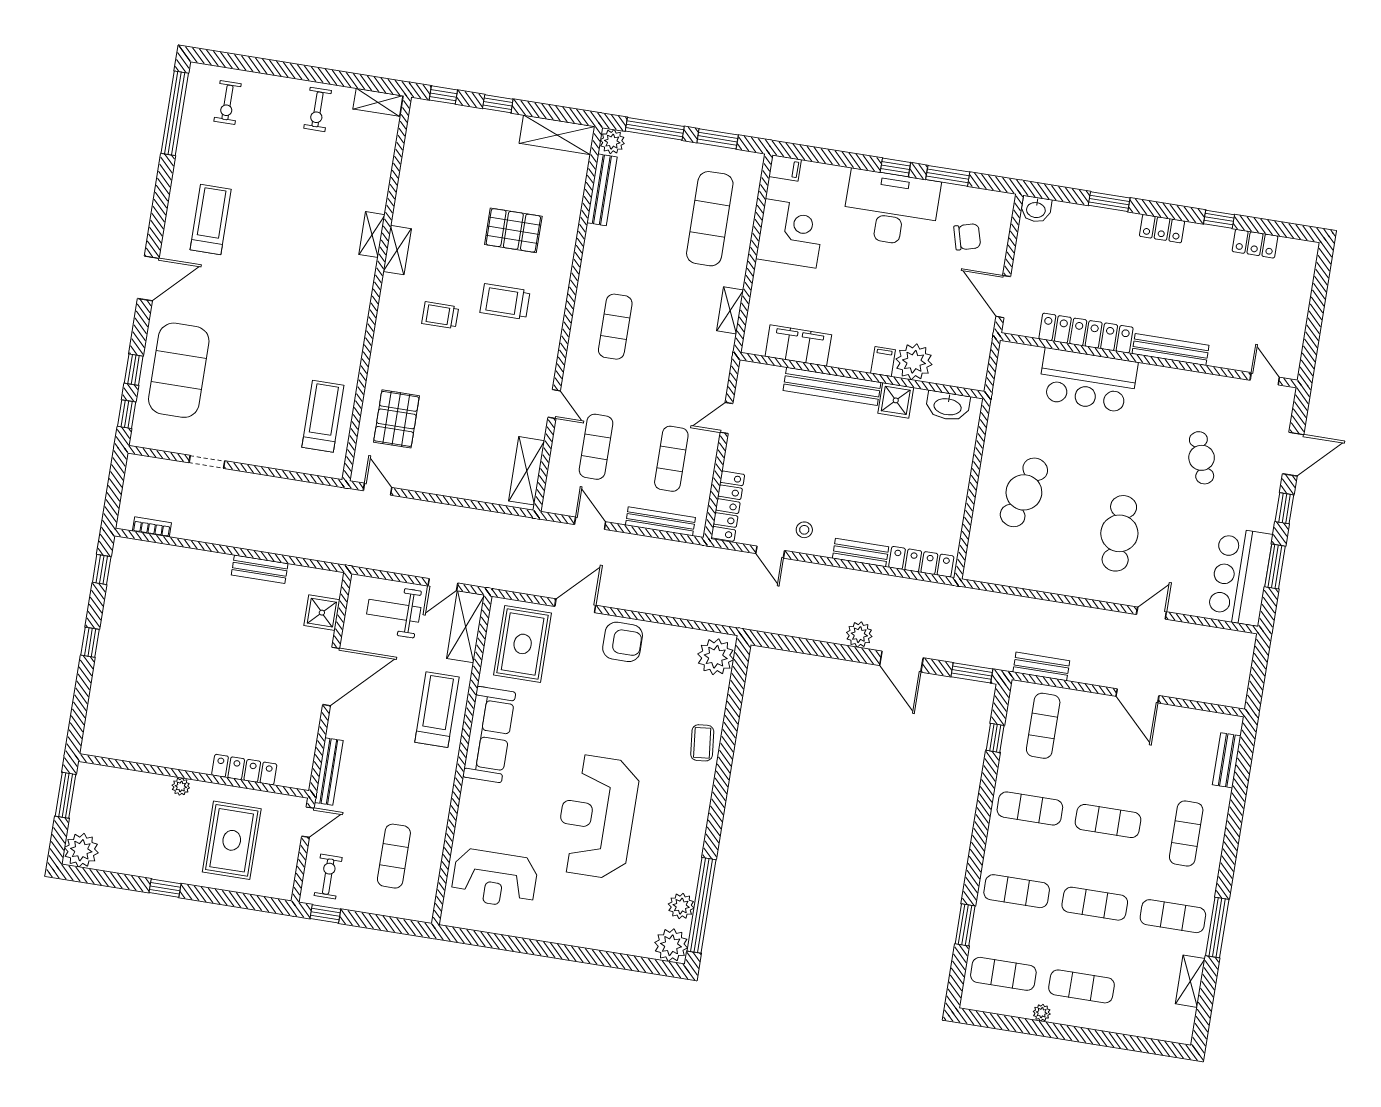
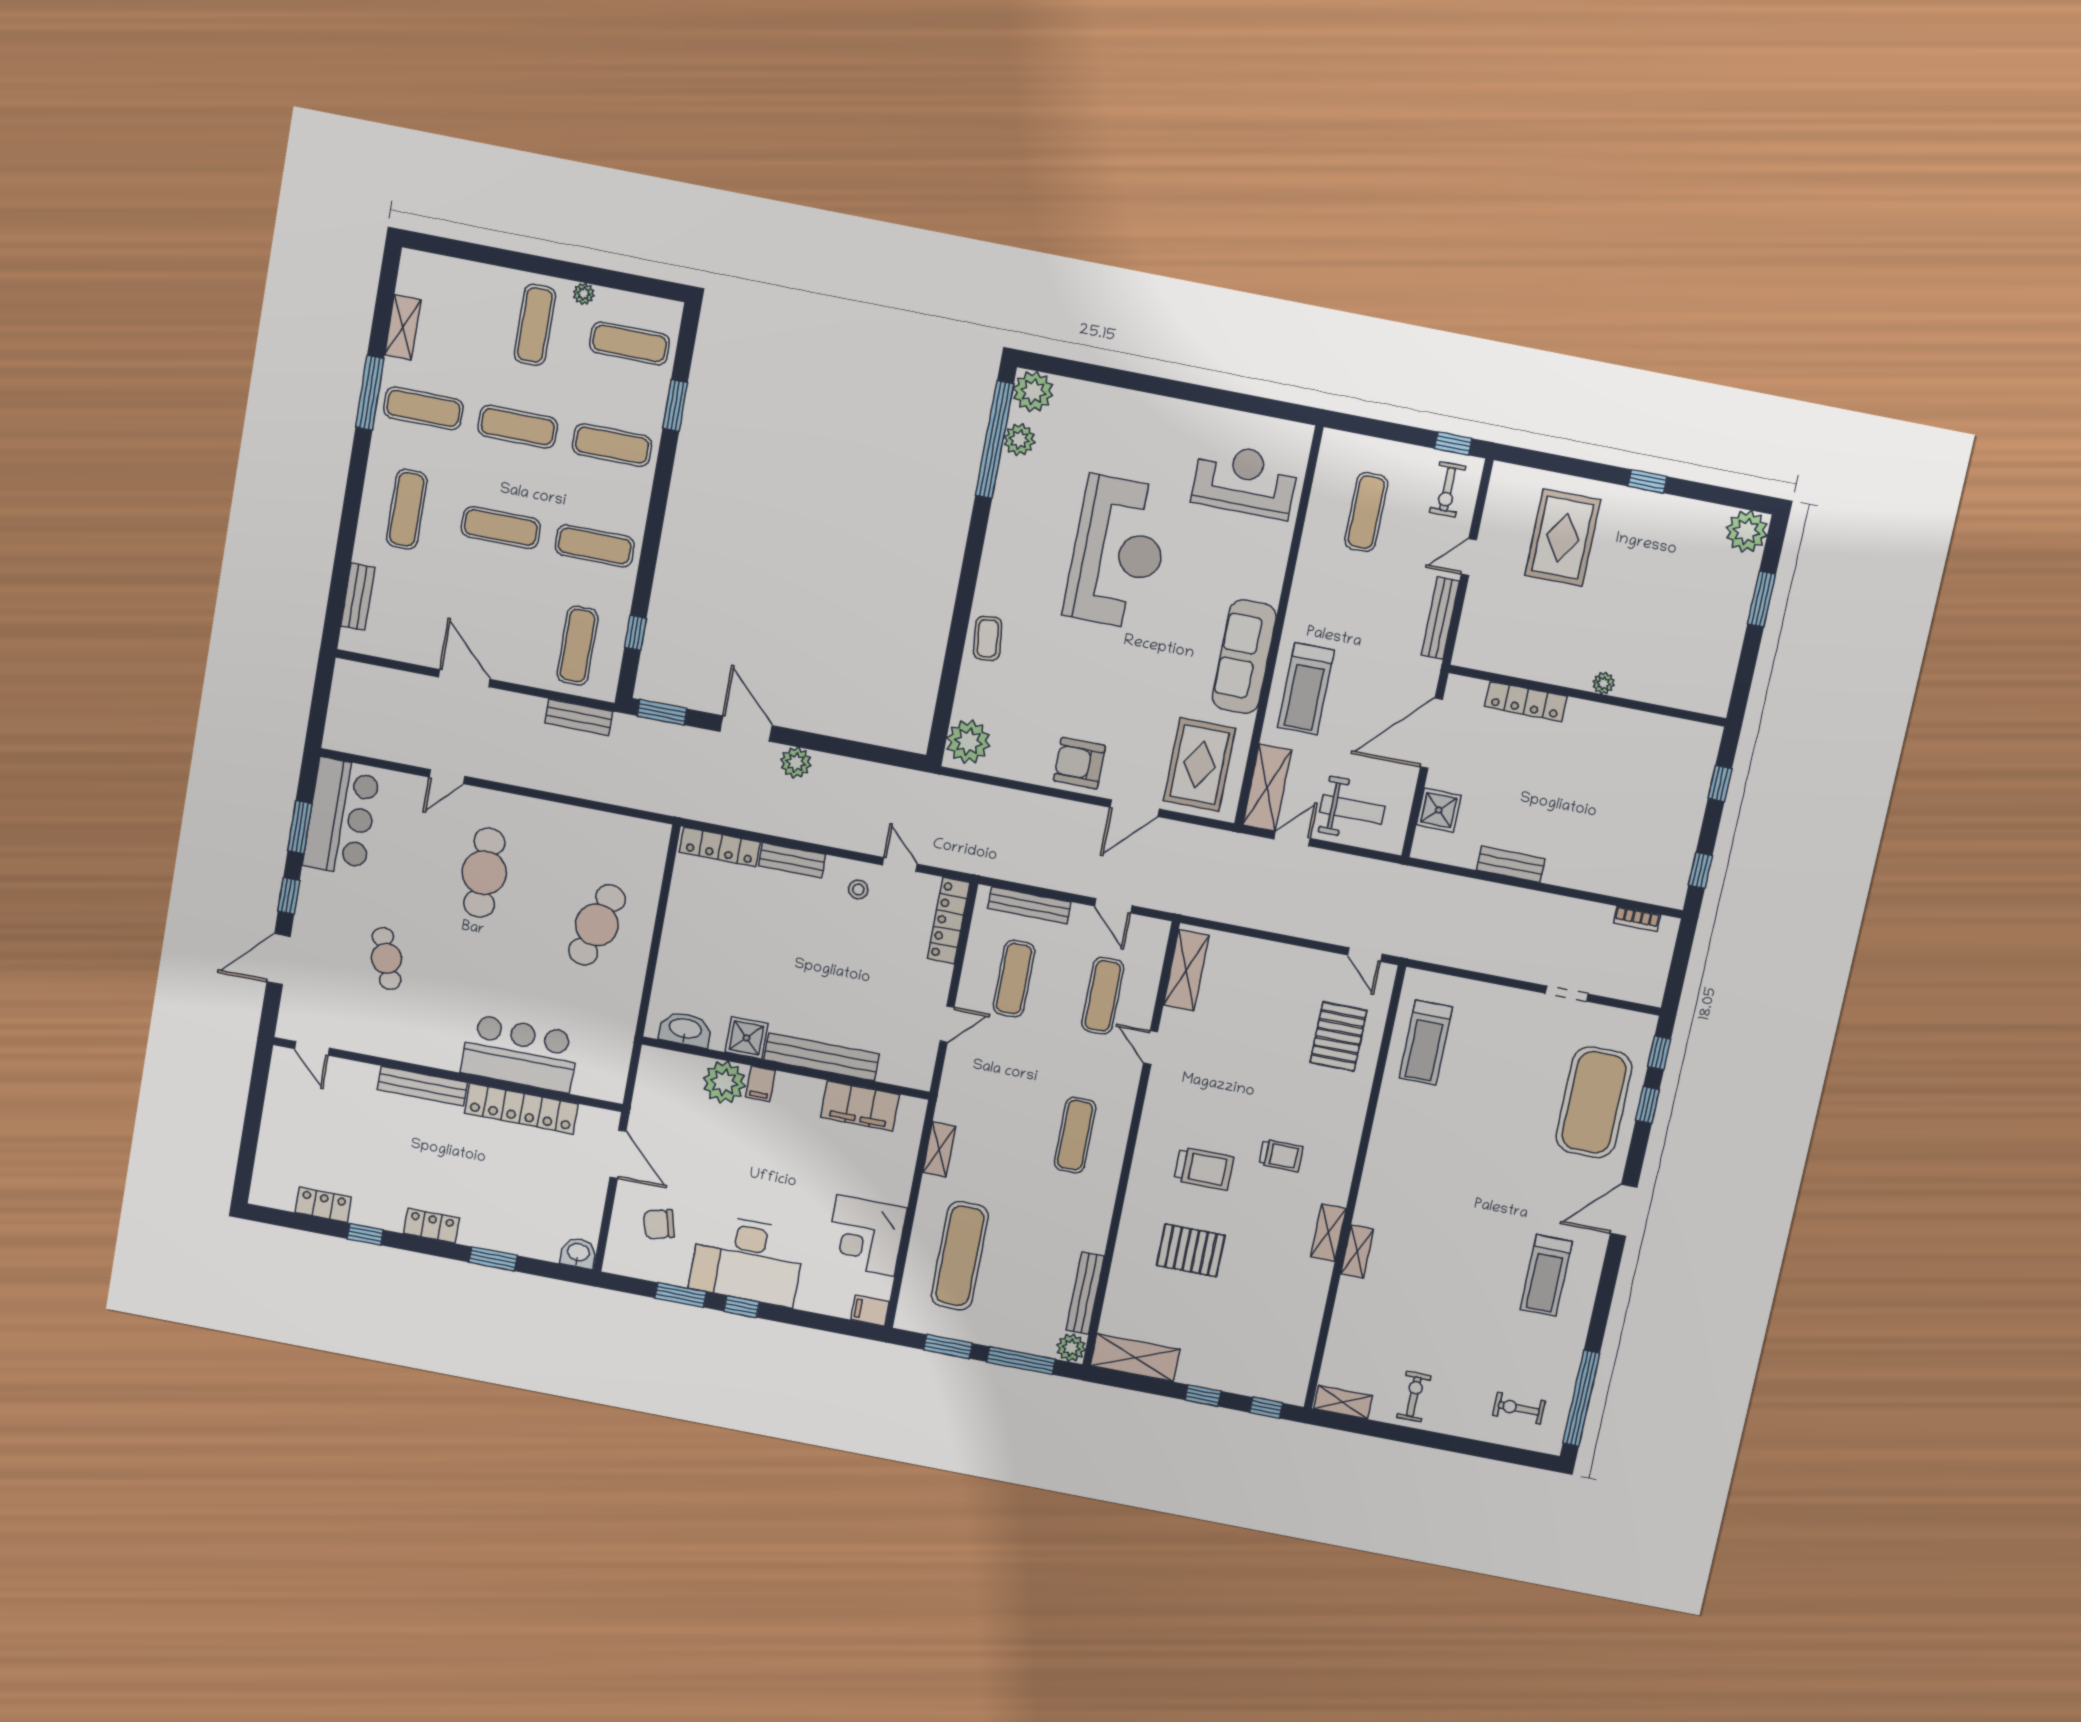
exercise bike: (228, 102) -> (1519, 1408), turned -90
locker: (244, 770) -> (1526, 701), moved
wall: (194, 776) -> (1587, 696), moved
plant: (181, 787) -> (1604, 683), moved
exercise mat: (1082, 986) -> (535, 325), turned 90

